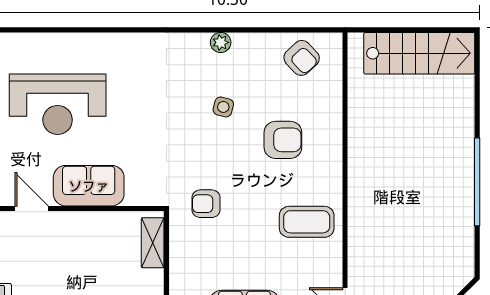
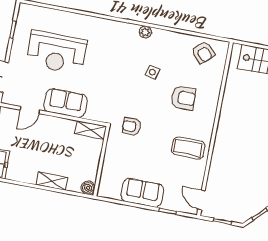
plant: (221, 42) -> (145, 32), moved
door: (32, 208) -> (30, 110), swing flipped
shelving: (153, 243) -> (91, 130), moved, turned 90

